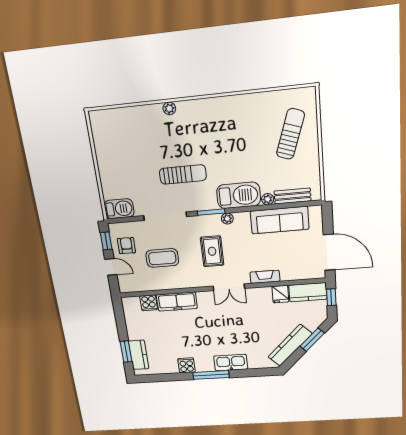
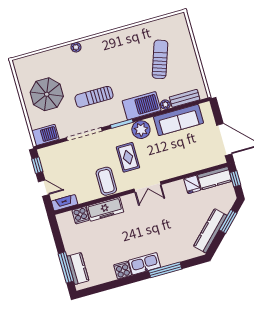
sun lounger: (290, 134) -> (160, 59), moved
parasol: (126, 161) -> (47, 94), added
sun lounger: (183, 174) -> (94, 97), turned 180
plant: (227, 219) -> (141, 130), width x1.88, depth x1.88
armchair: (126, 246) -> (55, 166), removed
coffee table: (162, 258) -> (106, 181), moved, turned 90
fireplace: (265, 277) -> (65, 203), moved
window: (126, 352) -> (66, 267), width x1.44
kitchen sink: (231, 363) -> (145, 264), moved
window: (211, 375) -> (165, 270), moved

